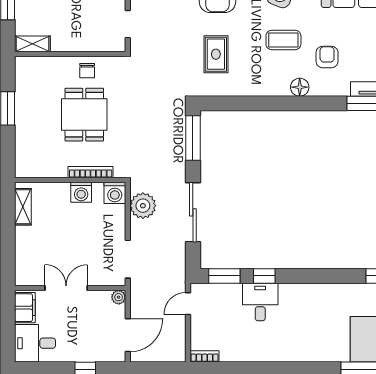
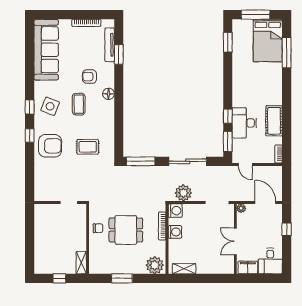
plant: (29, 160) -> (155, 265), added
desk: (260, 302) -> (244, 123), width x1.37
cot: (257, 349) -> (274, 121), added

